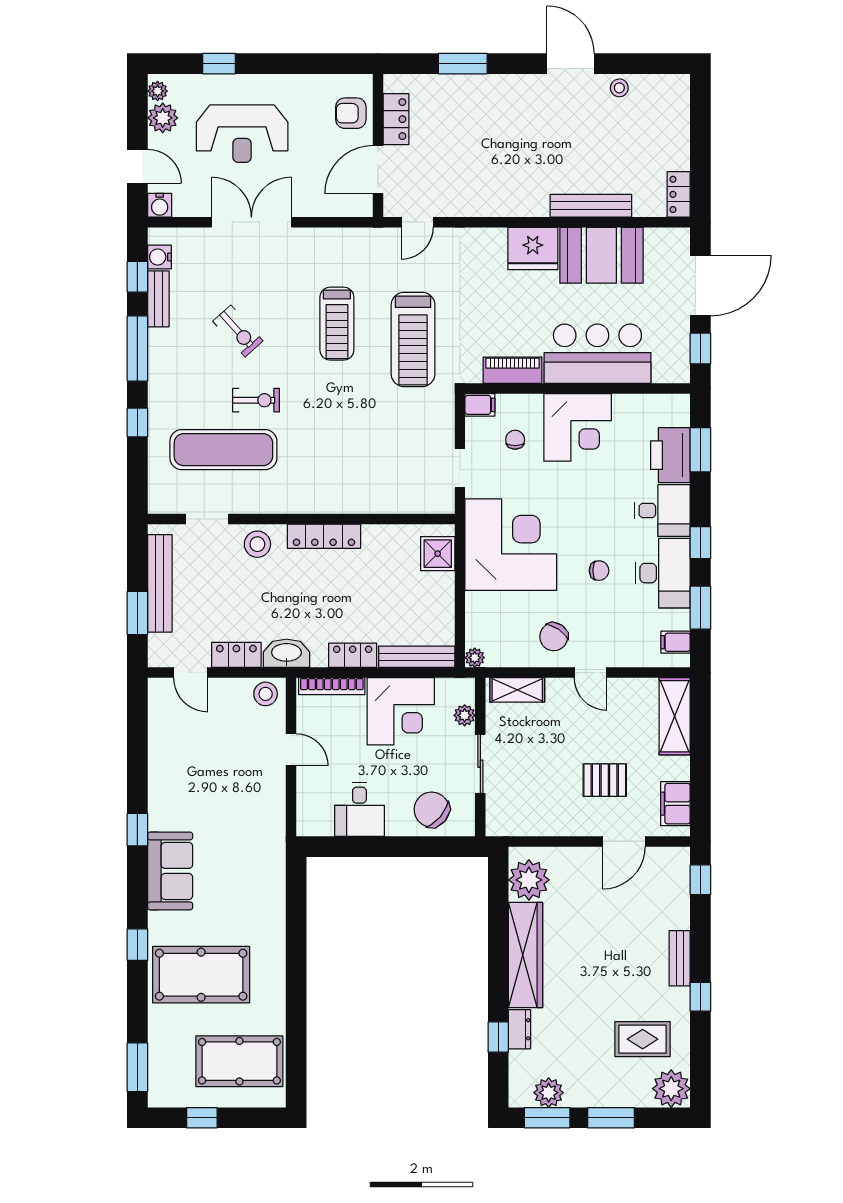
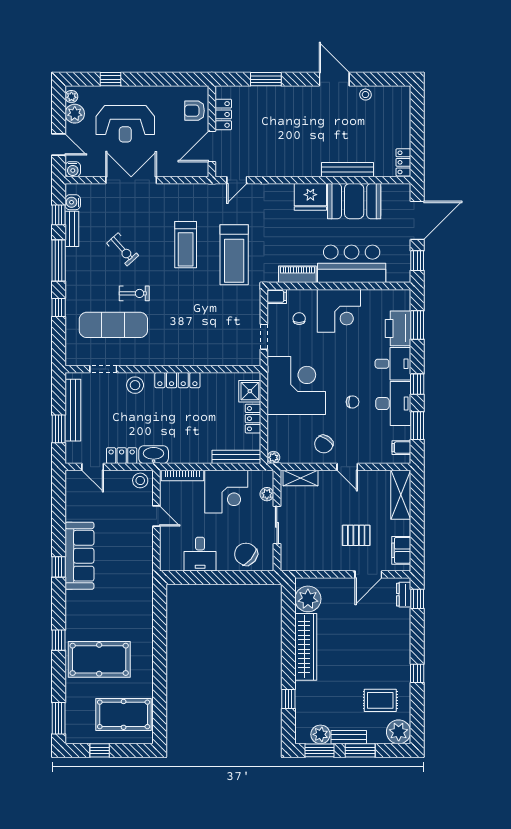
locker: (353, 655) -> (253, 419), moved, turned -90
sofa: (170, 871) -> (79, 556), moved, width x1.36
bench: (680, 958) -> (349, 737), moved, turned 90
dresser: (520, 1029) -> (404, 595), moved, turned 180

